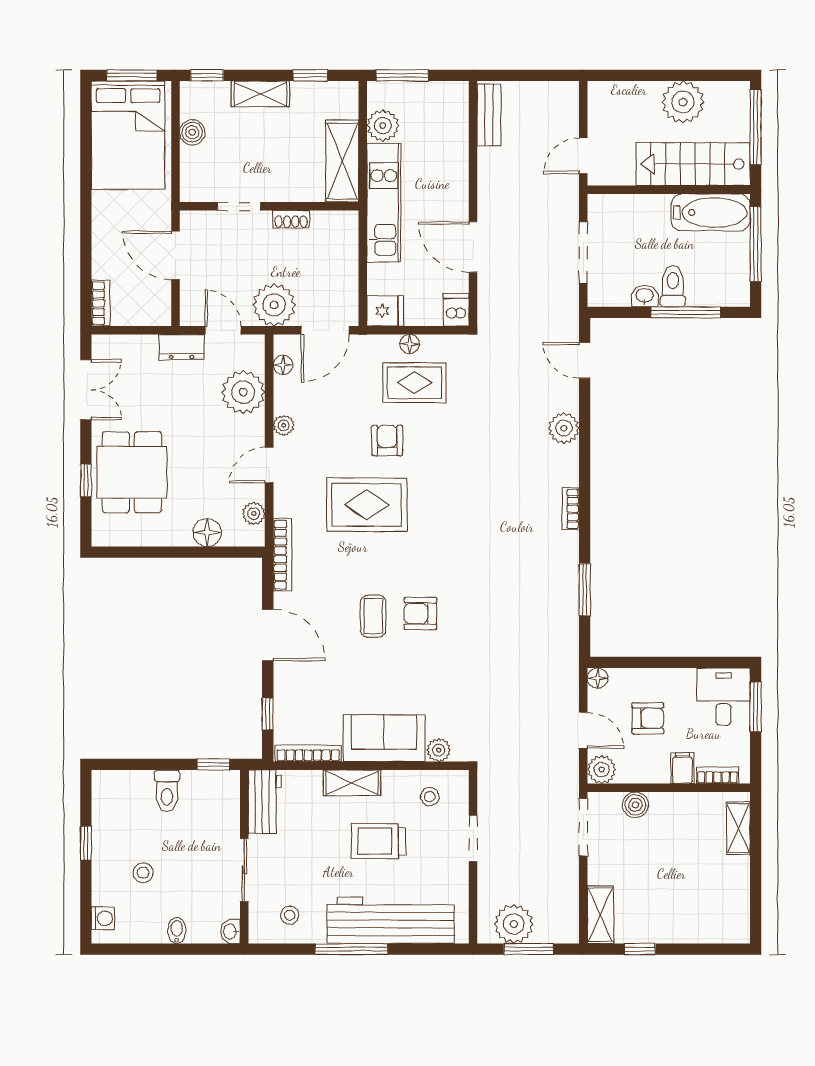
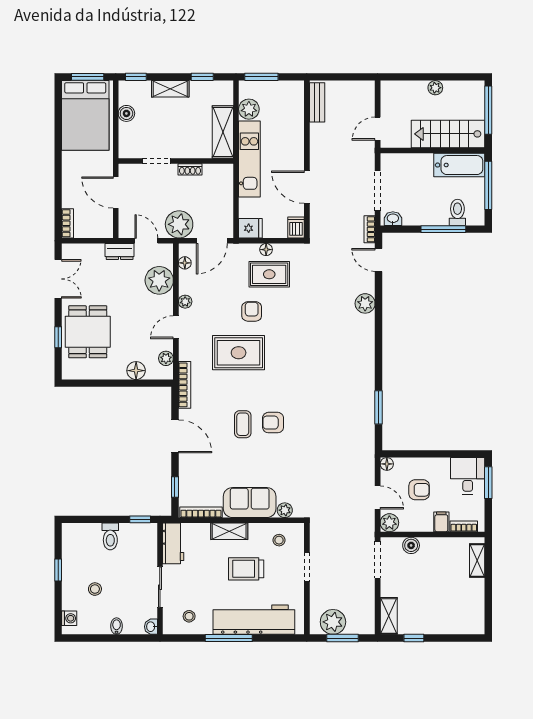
plant: (683, 102) -> (435, 88), width x0.53, depth x0.53
toilet: (673, 286) -> (457, 212), moved
washbasin: (645, 296) -> (393, 219), moved
bookcase: (571, 509) -> (370, 229), moved

